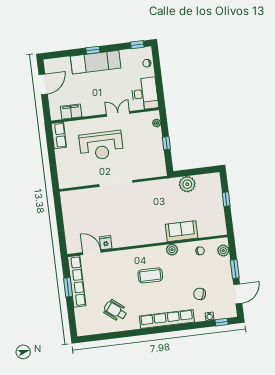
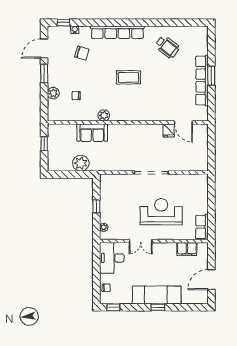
sofa: (182, 231) -> (92, 133), moved
fridge: (106, 243) -> (169, 130), moved
wall: (147, 246) -> (128, 122), moved
plant: (172, 250) -> (104, 115), moved
door: (92, 252) -> (183, 122), moved

